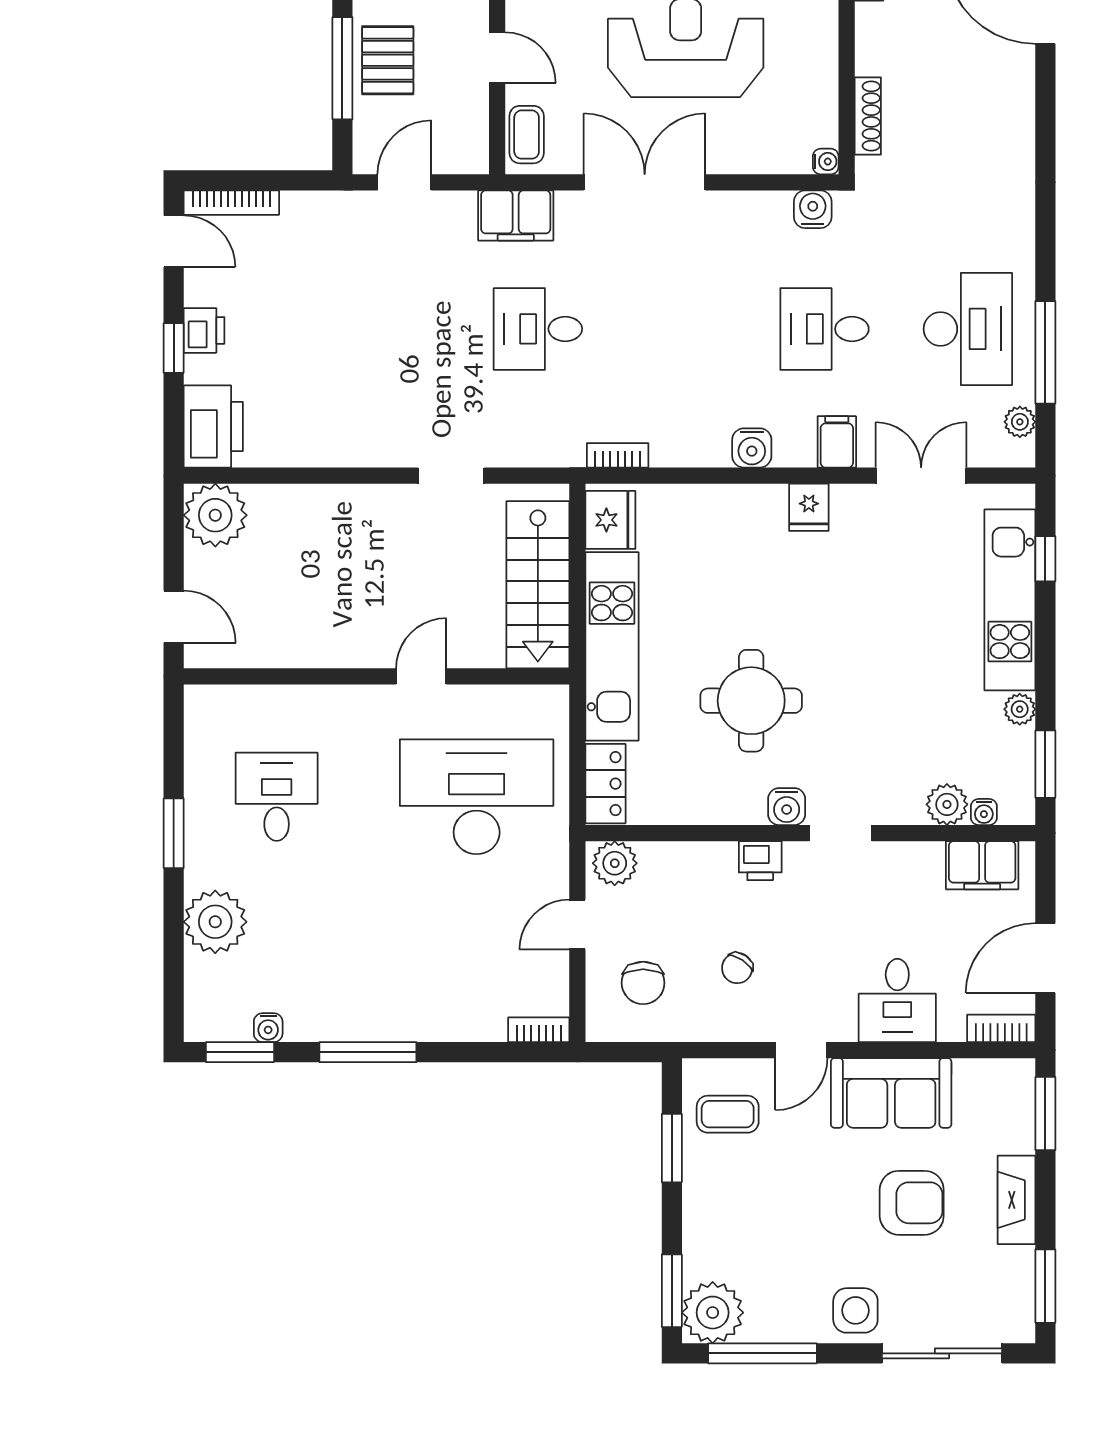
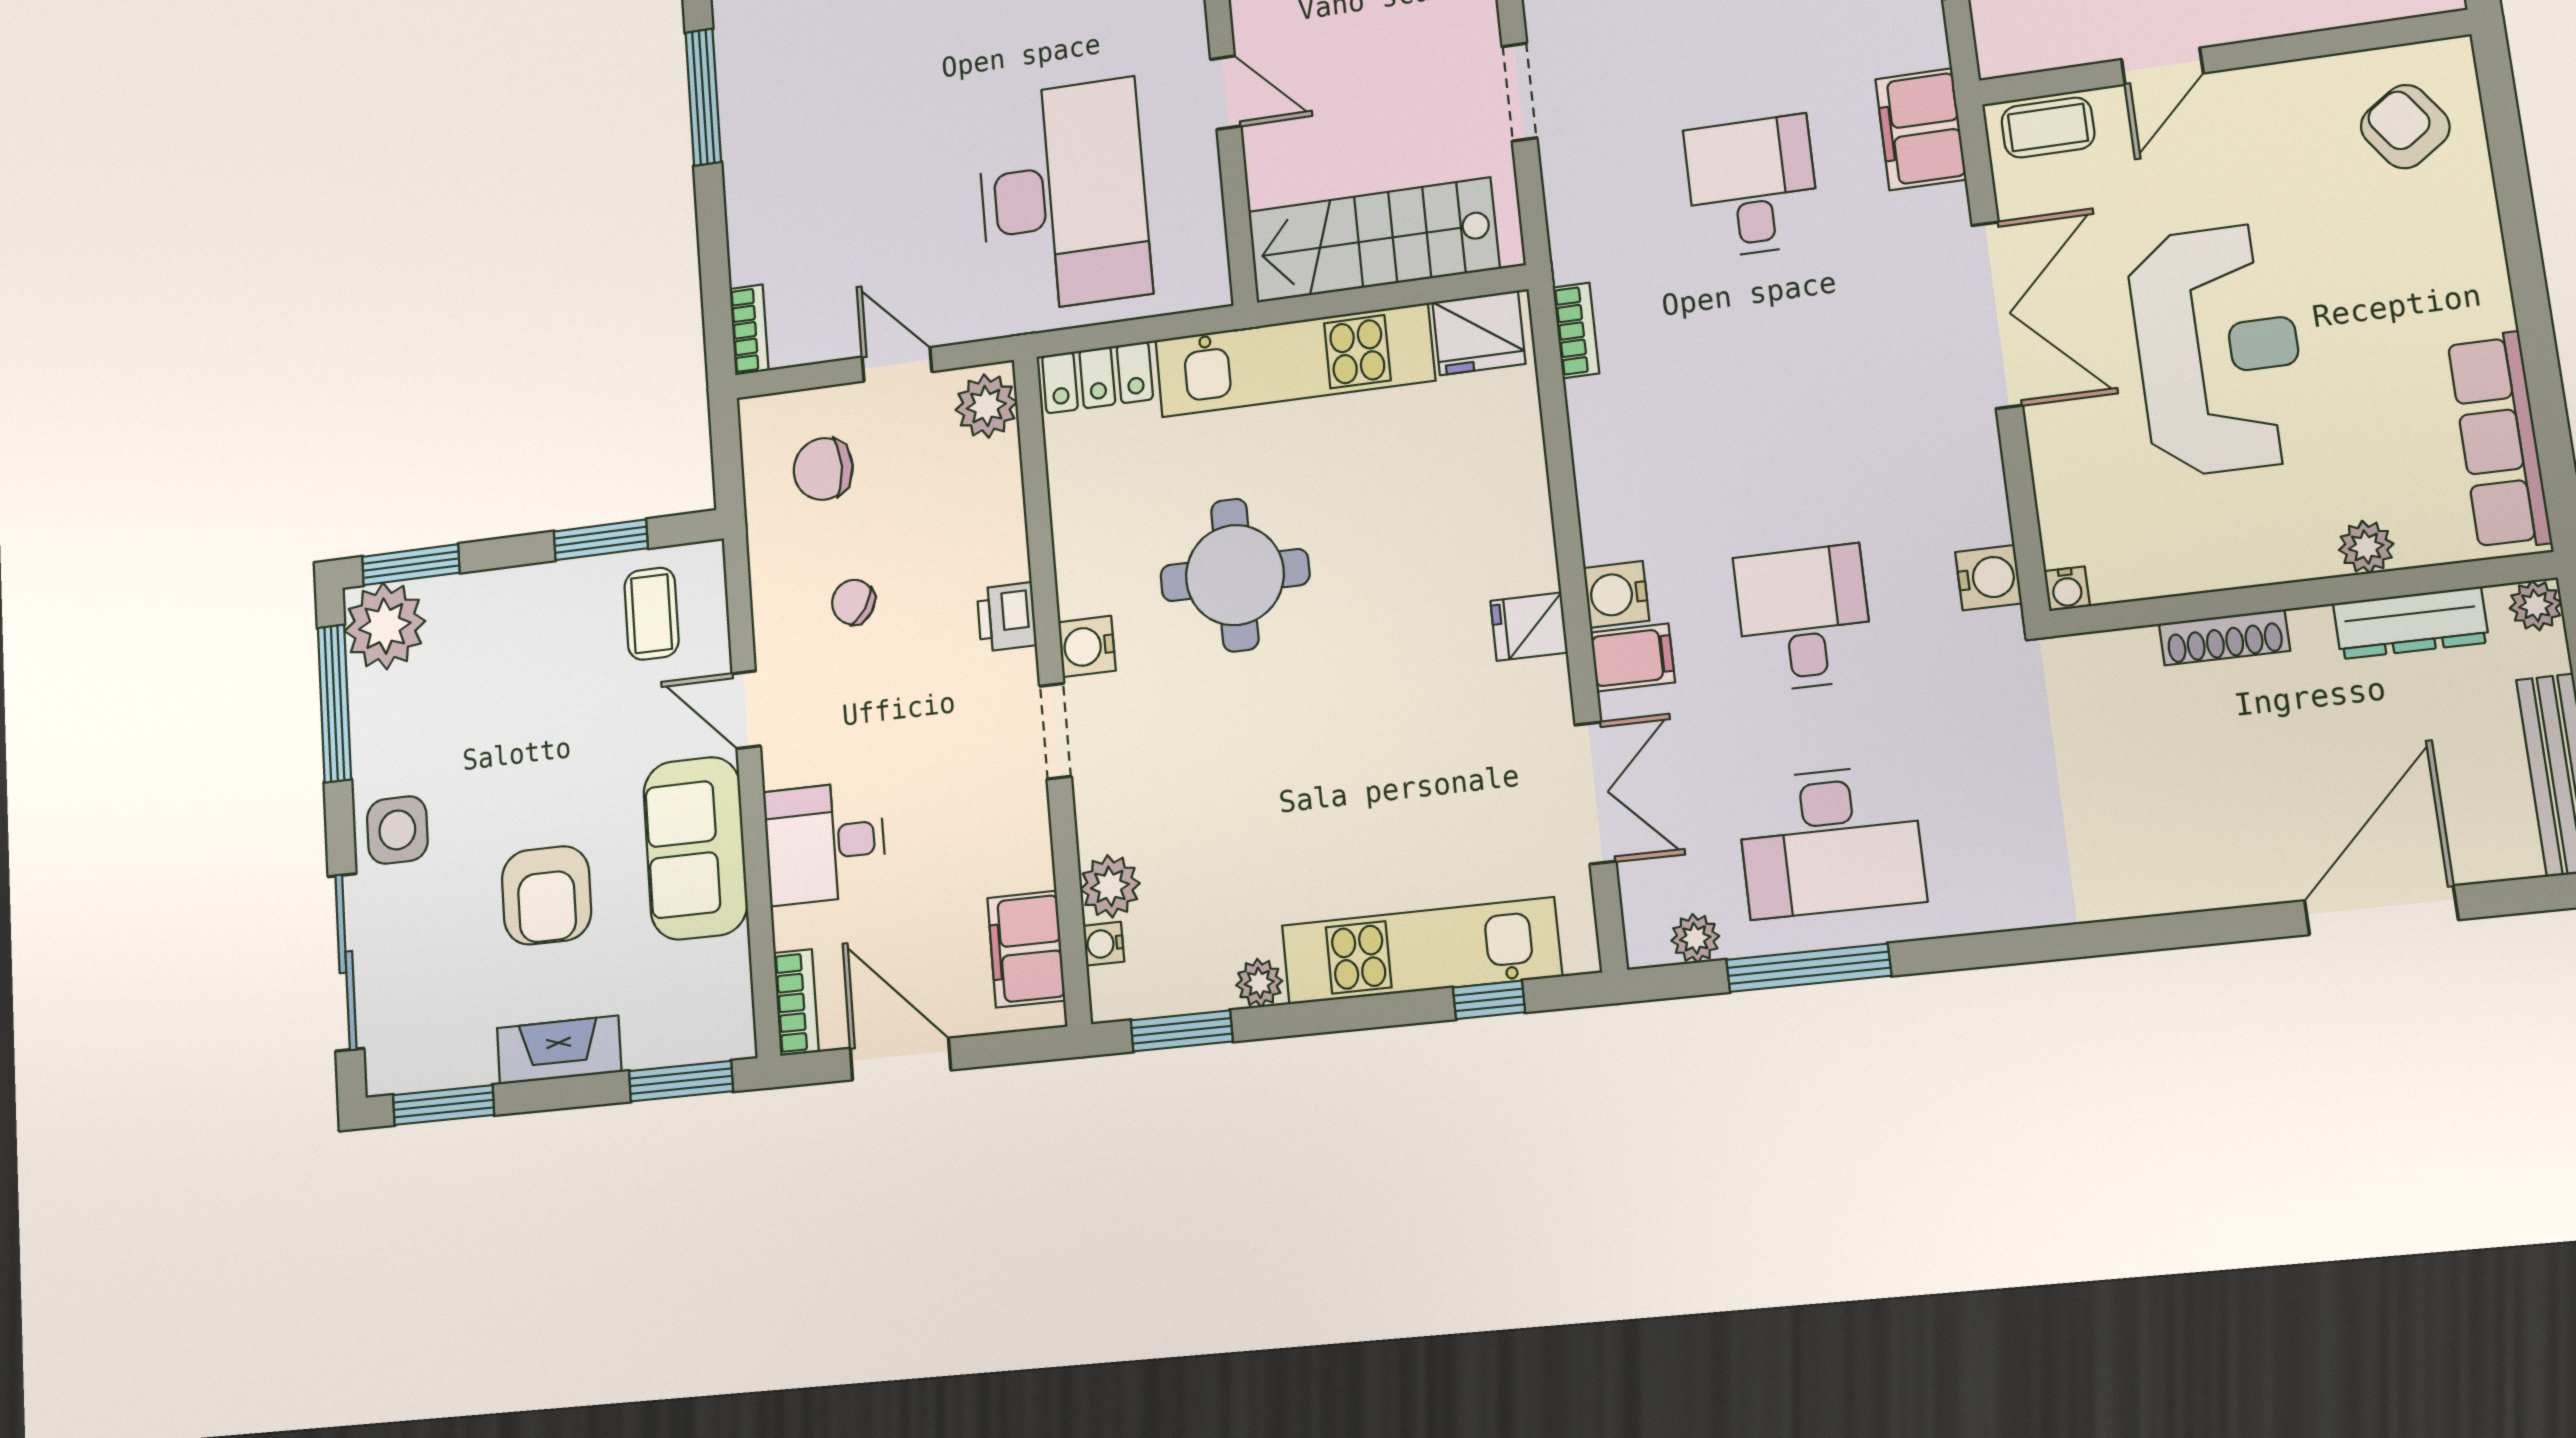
shoe rack: (868, 116) -> (2224, 637), moved
water cooler: (752, 448) -> (1616, 594), moved

